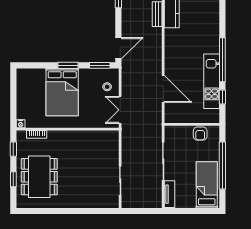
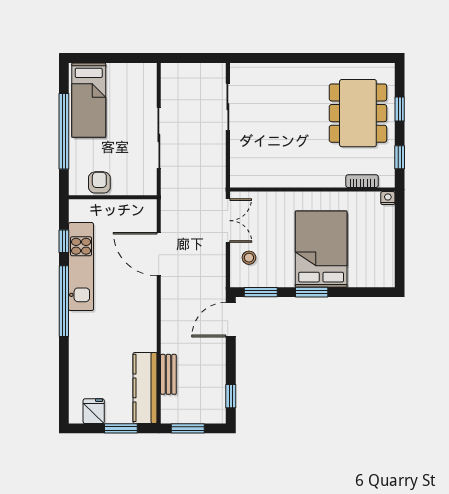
tv unit: (170, 194) -> (149, 85), removed

